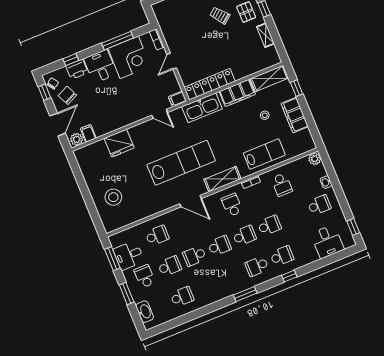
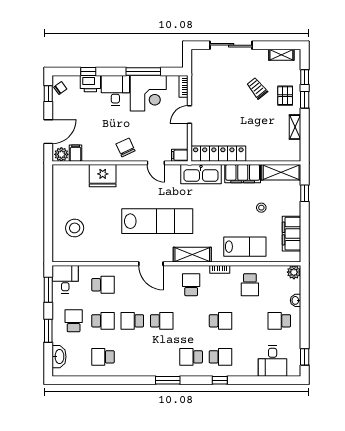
chair: (67, 95) -> (126, 147), moved
filing cabinet: (295, 115) -> (292, 234), moved
school desk: (319, 205) -> (279, 321), turned 180
school desk: (244, 236) -> (191, 321), removed
desk: (129, 255) -> (65, 279), moved, turned 90
school desk: (182, 297) -> (103, 357), turned 180

